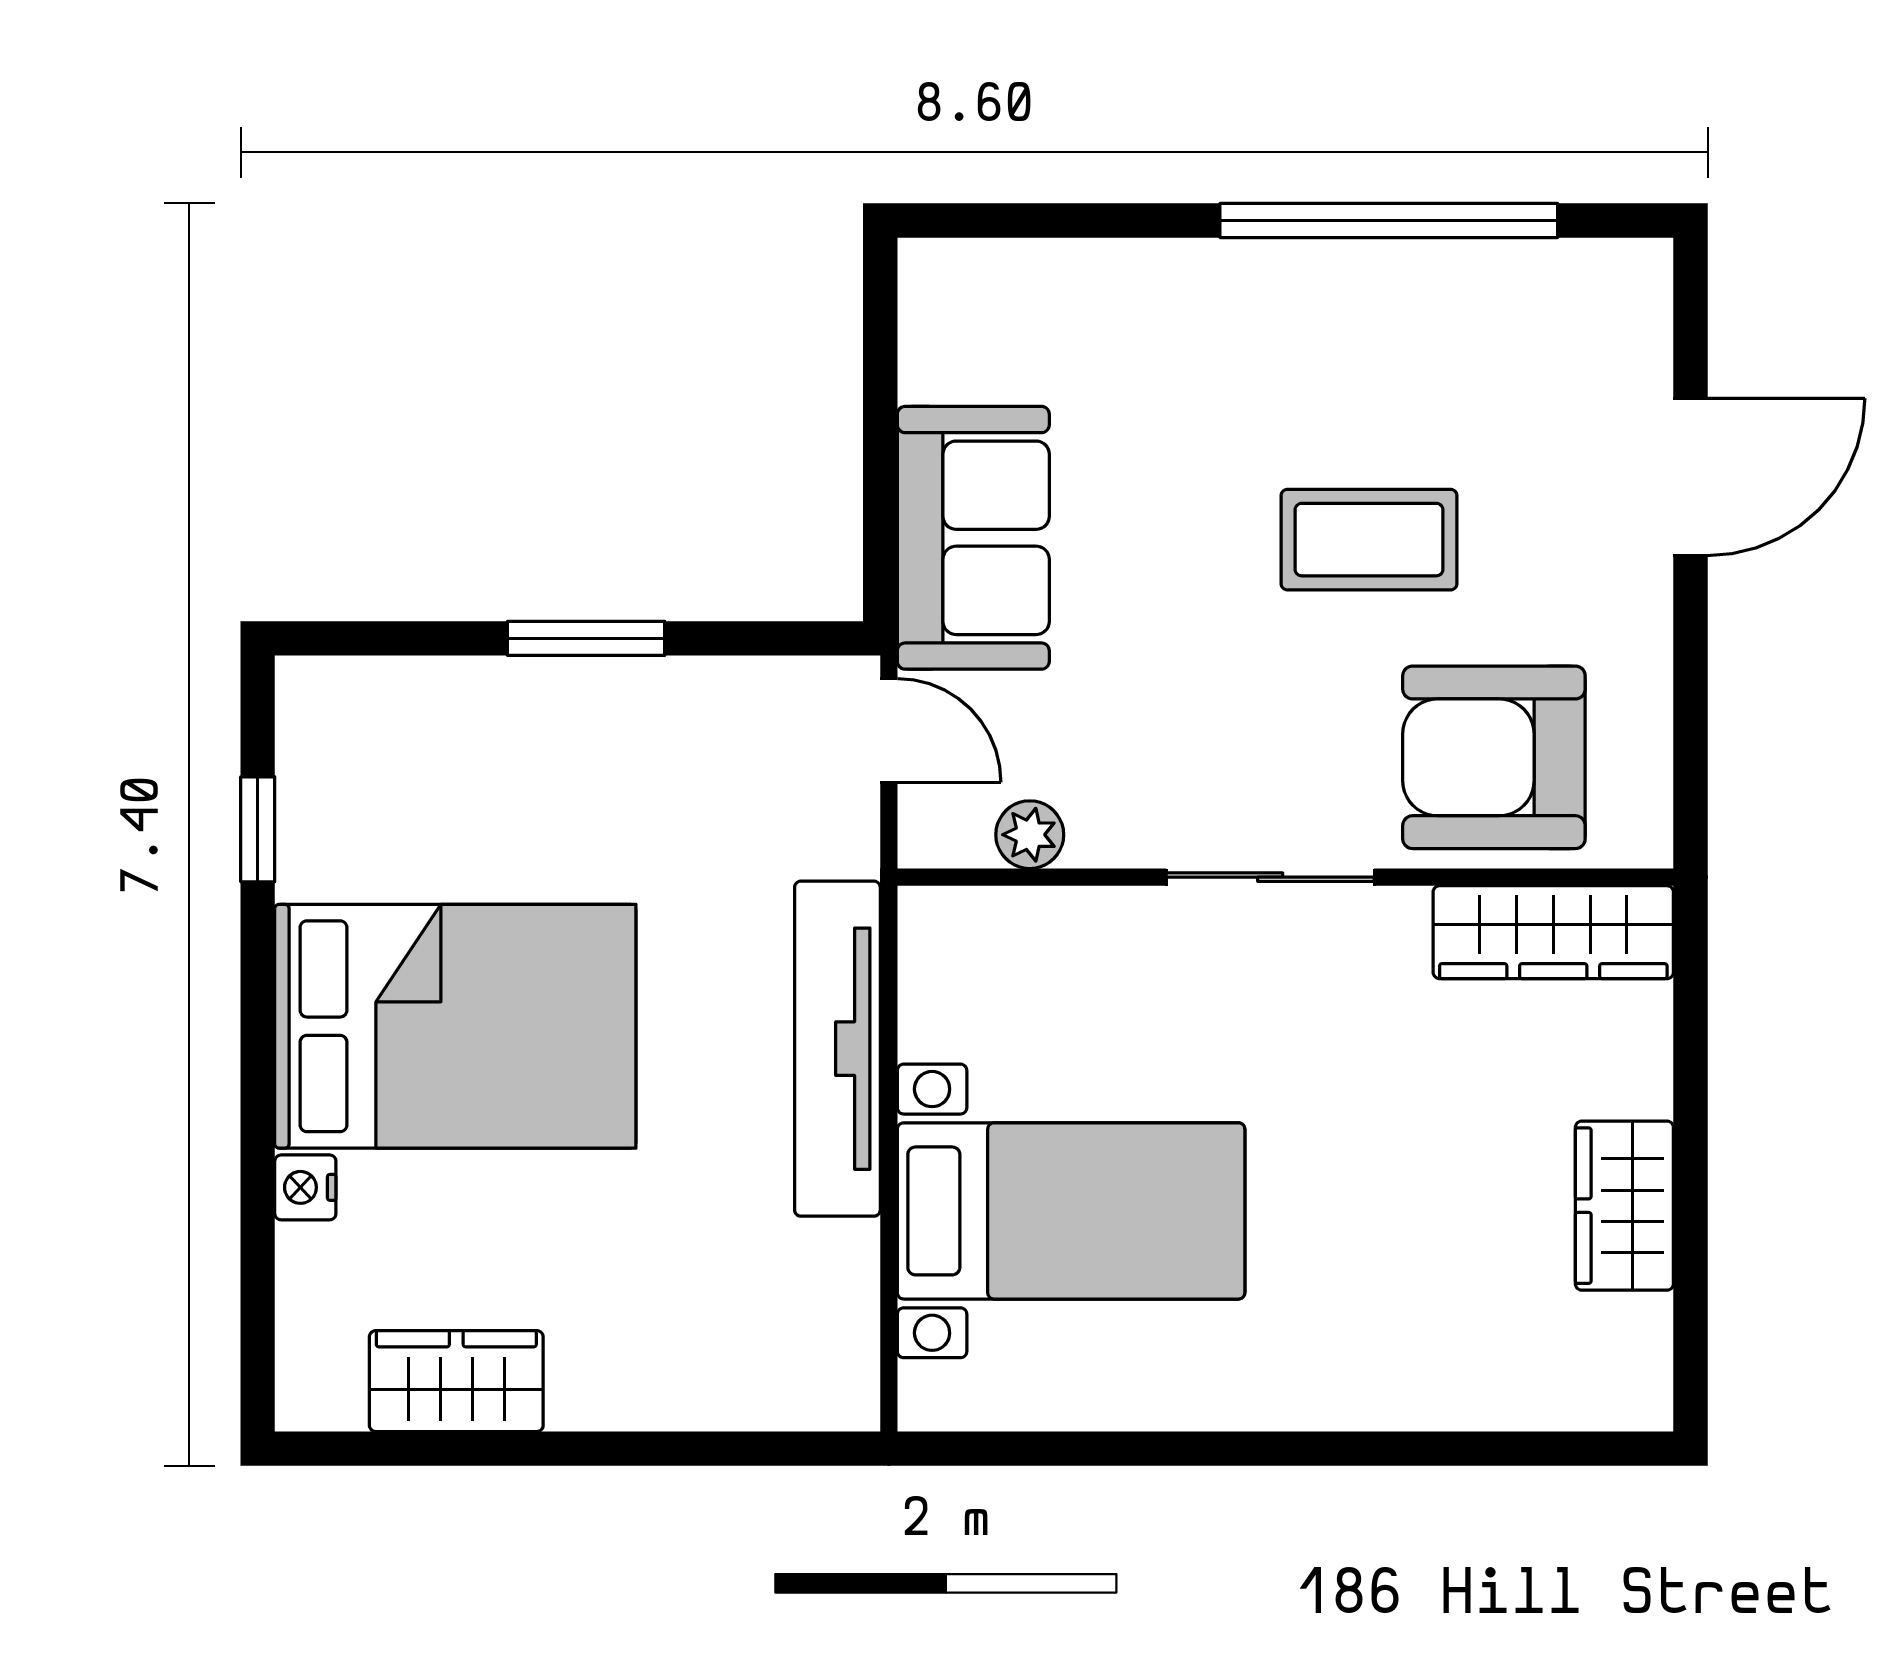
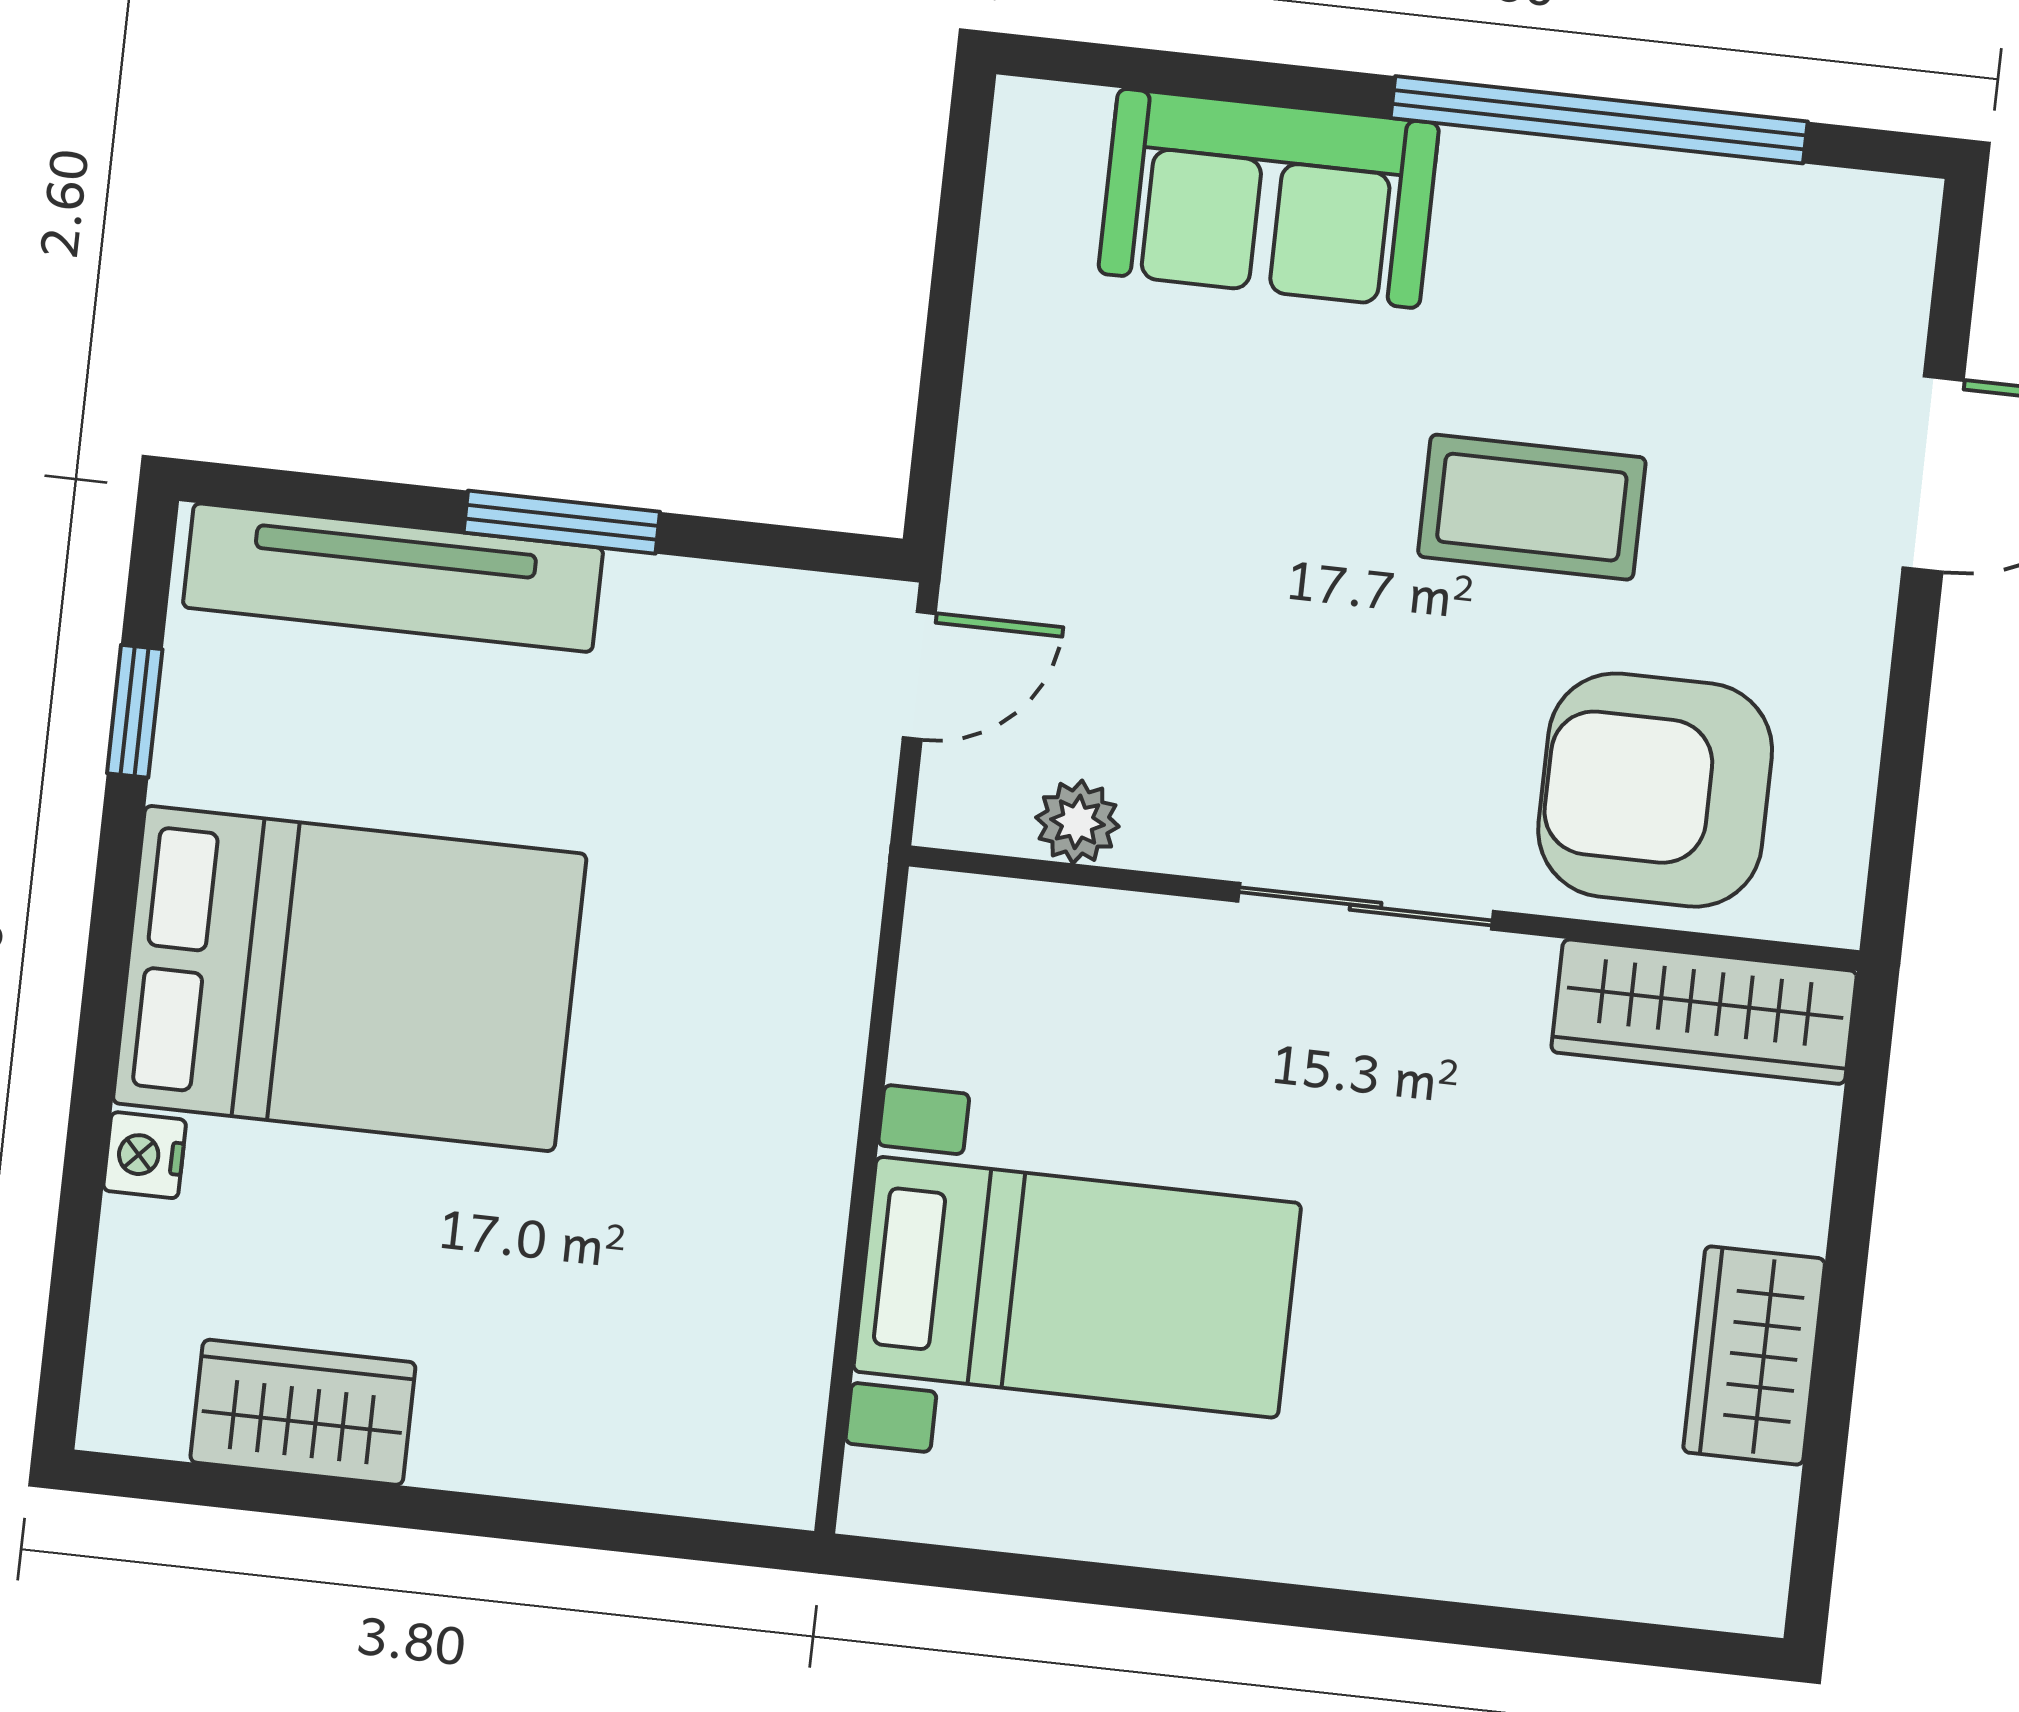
sofa: (973, 538) -> (1269, 198), moved, turned 90
door: (889, 730) -> (919, 675), hinge flipped
tv unit: (837, 1049) -> (393, 578), moved, turned -90

